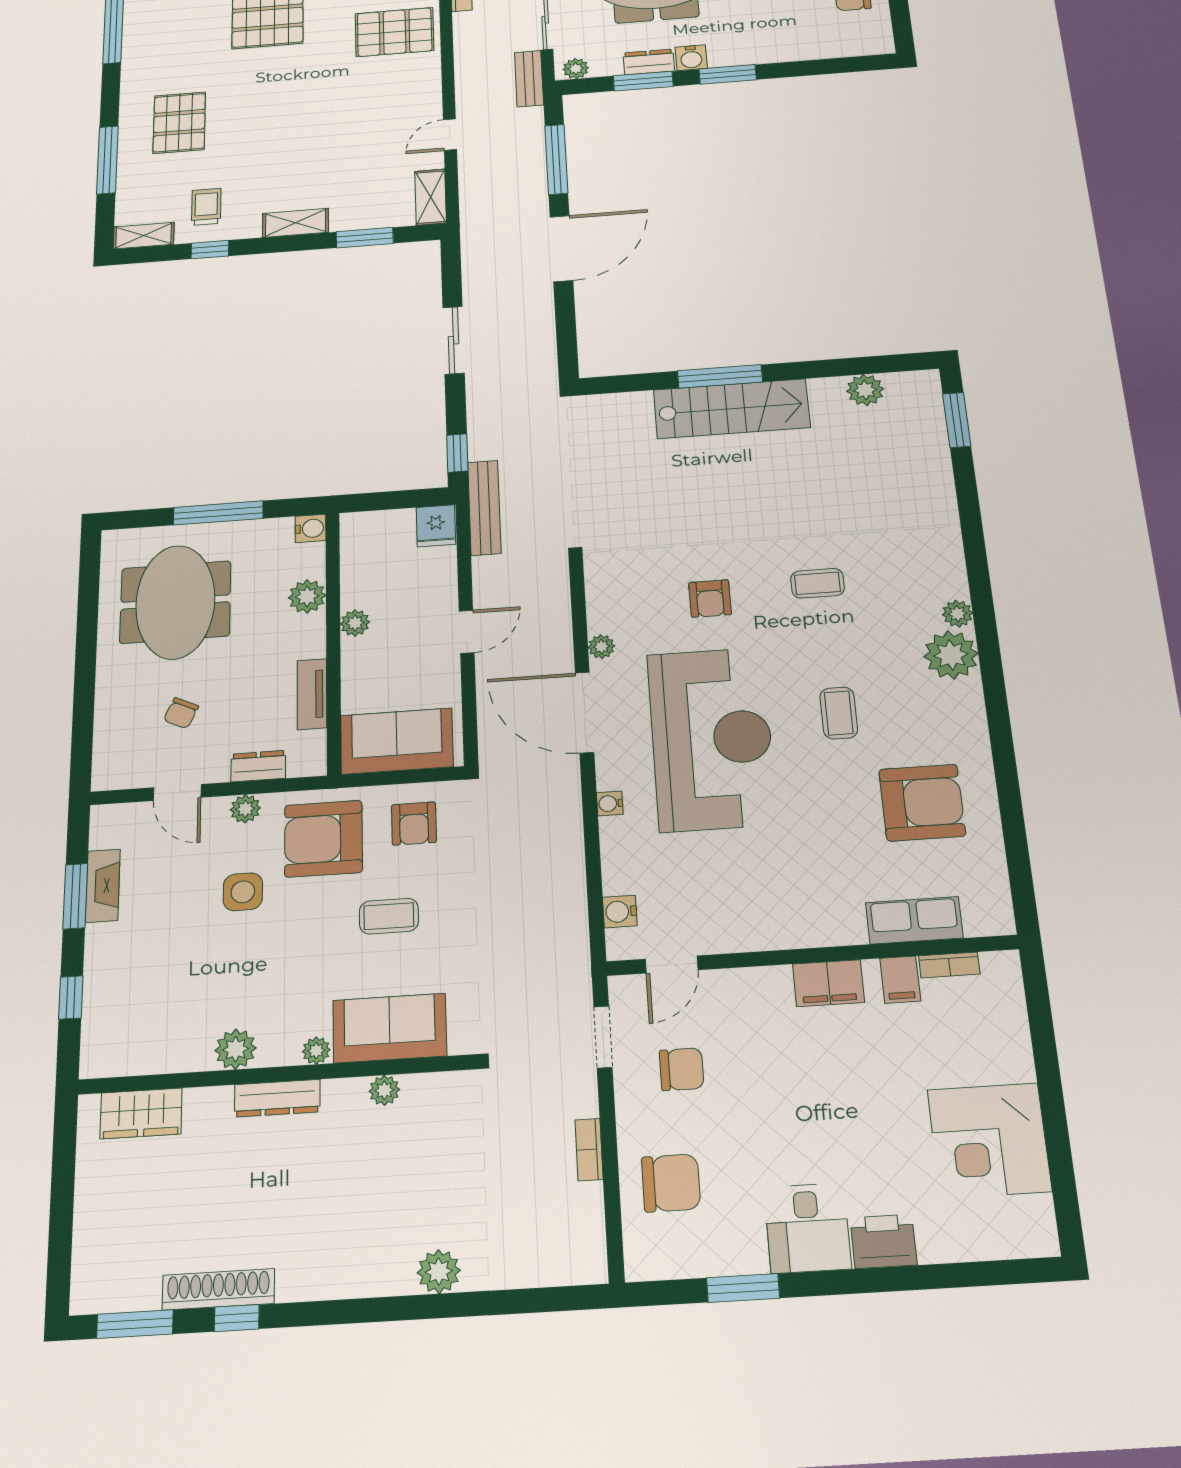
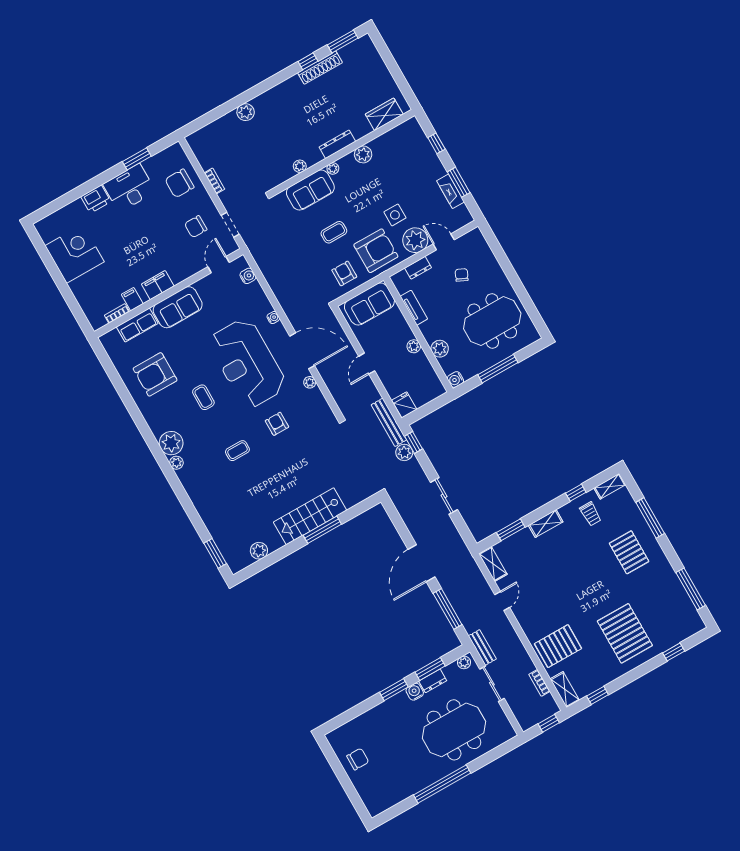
plant: (485, 443) -> (404, 452), added
meeting table: (175, 602) -> (492, 321), turned 90
plant: (245, 809) -> (415, 240), width x1.88, depth x1.88
sofa: (806, 917) -> (178, 307), added
desk: (807, 1228) -> (129, 188), width x1.37

